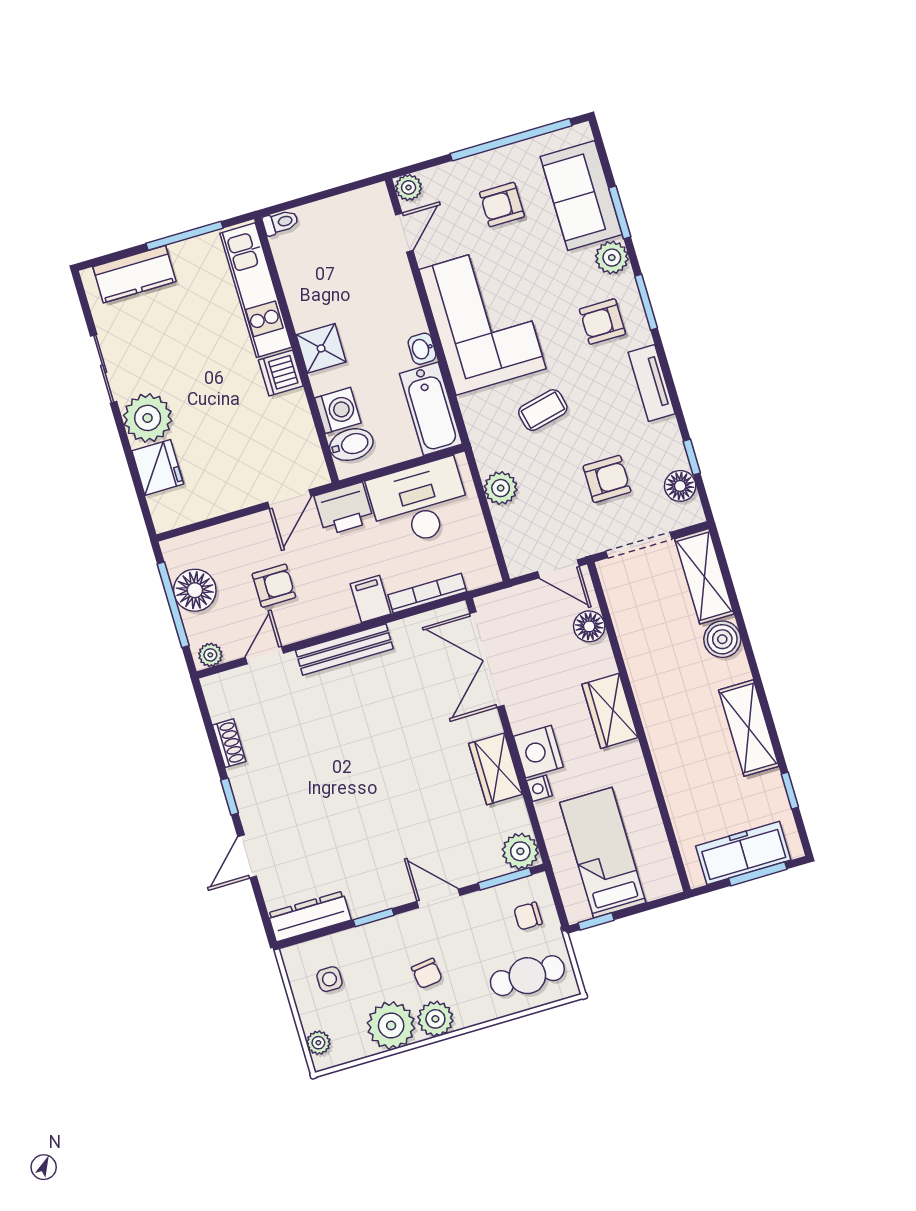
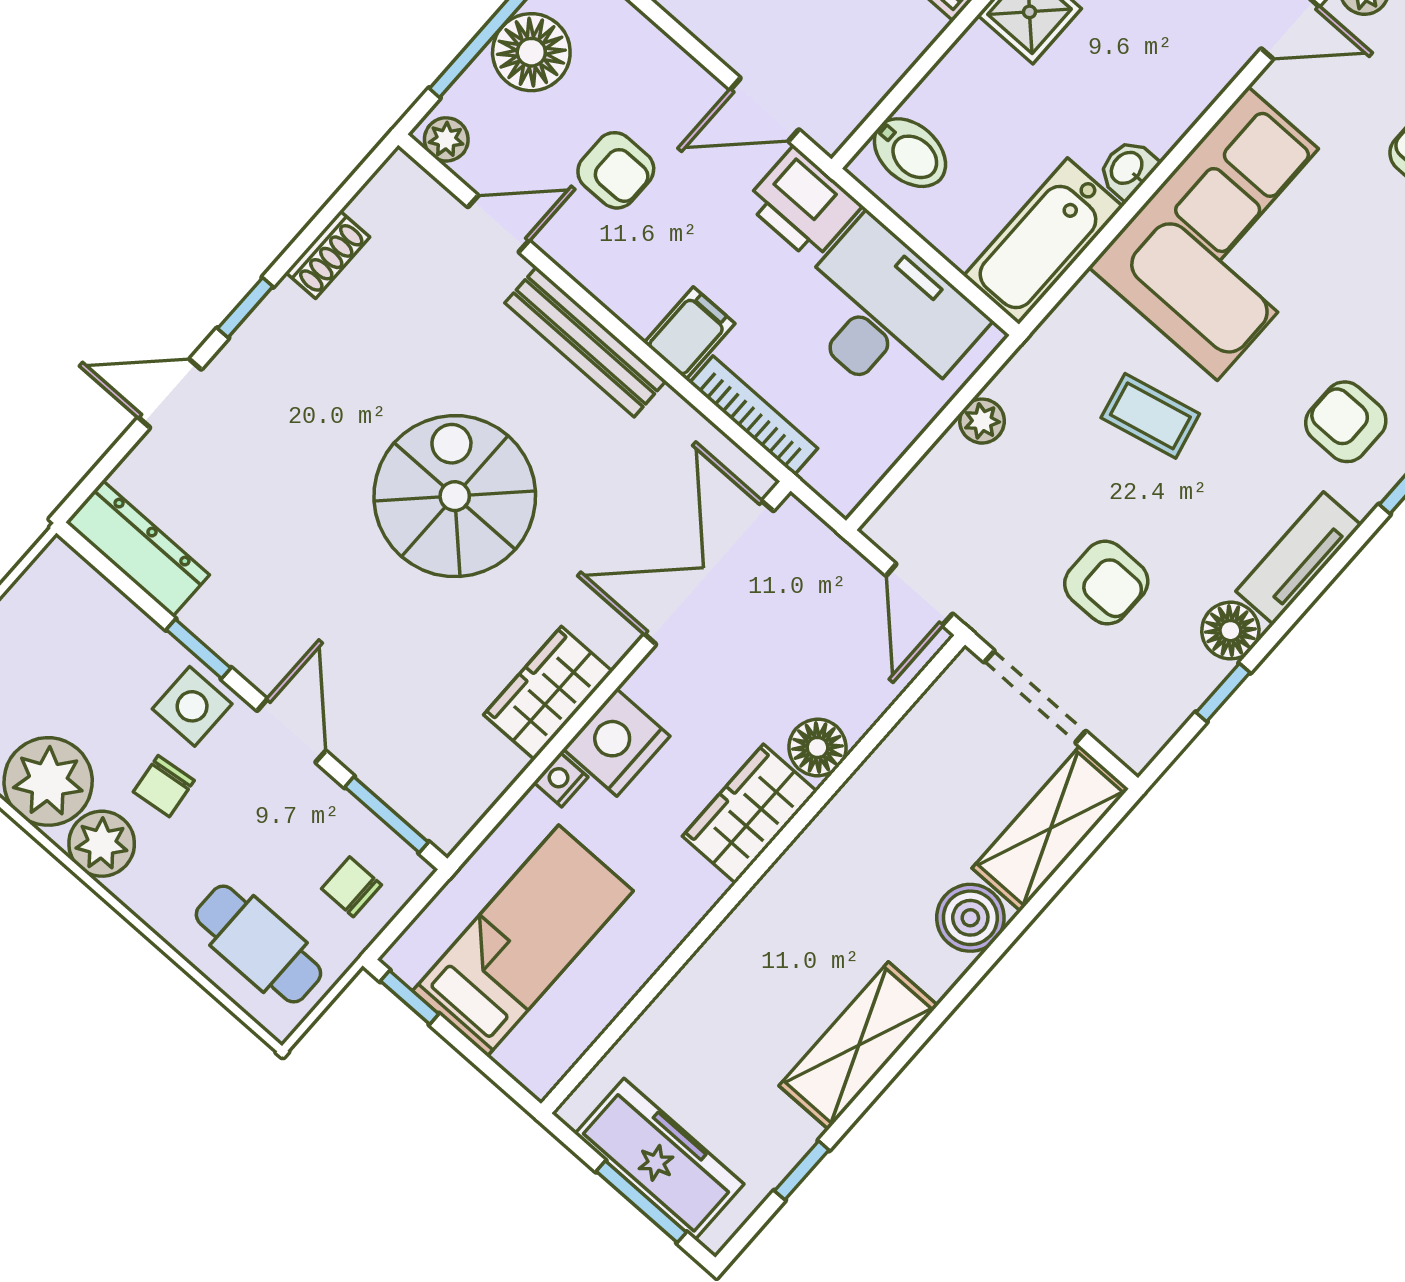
washing machine: (338, 410) -> (950, 98), removed
floor lamp: (680, 486) -> (1230, 631), moved
plant: (501, 488) -> (982, 421), width x0.73, depth x0.73
floor lamp: (589, 626) -> (817, 747), moved
spiral stairs: (378, 755) -> (455, 496), added
plant: (520, 851) -> (444, 812), removed
side table: (330, 979) -> (192, 706), moved, width x1.37, depth x1.37

